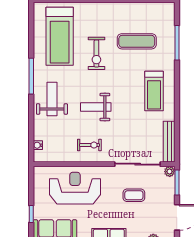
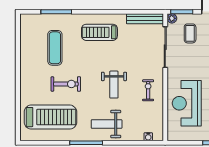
treadmill: (154, 91) -> (99, 32), turned 180
coffee table: (134, 195) -> (190, 33), moved

